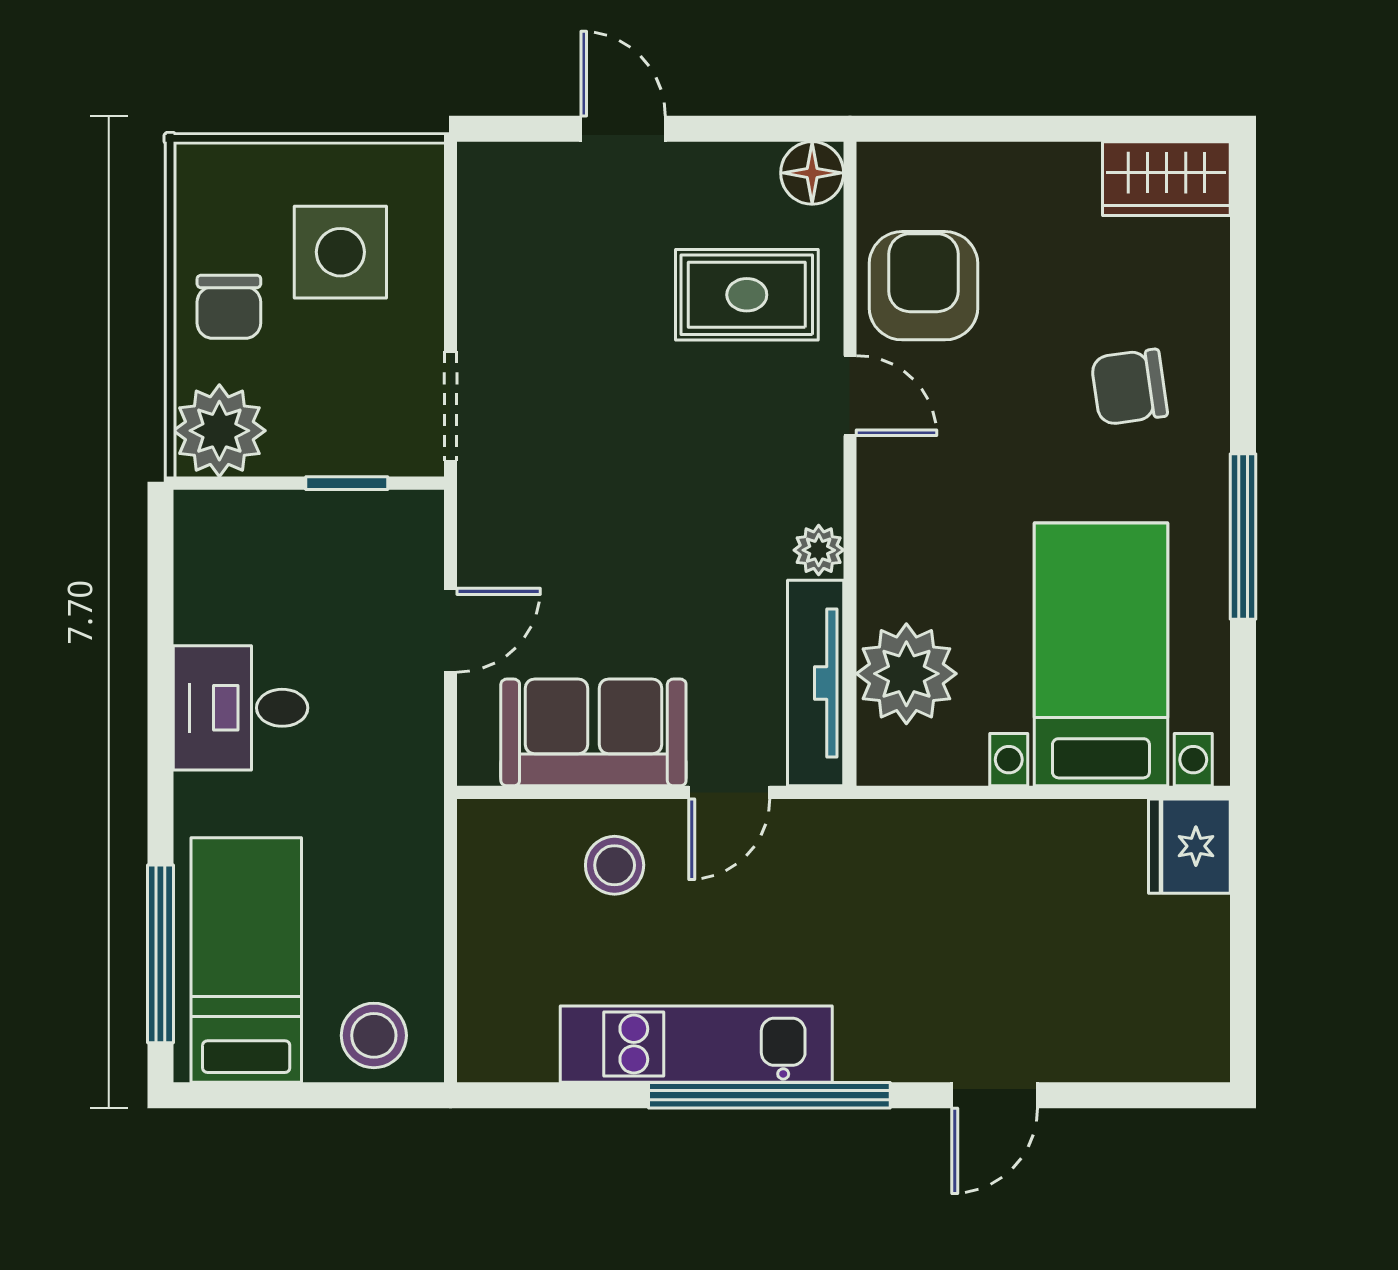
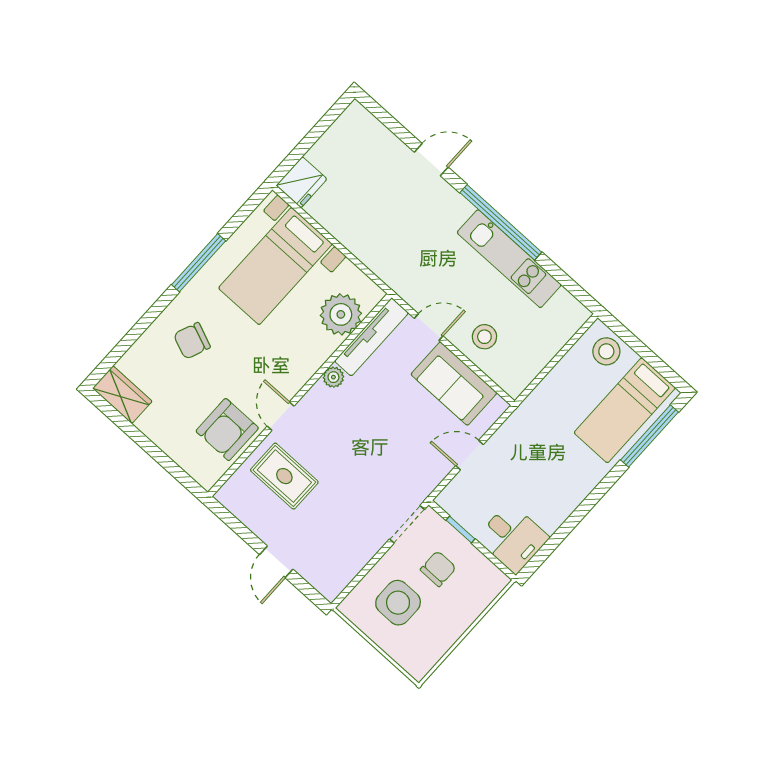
floor lamp: (812, 173) -> (230, 495), removed
chair: (229, 307) -> (438, 569), moved
chair: (1129, 387) -> (192, 341), turned 120
plant: (219, 431) -> (485, 581), removed
desk: (241, 708) -> (513, 538), moved

